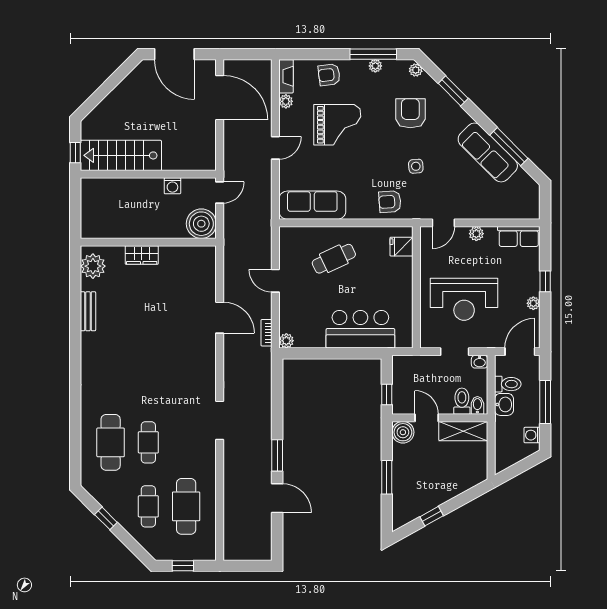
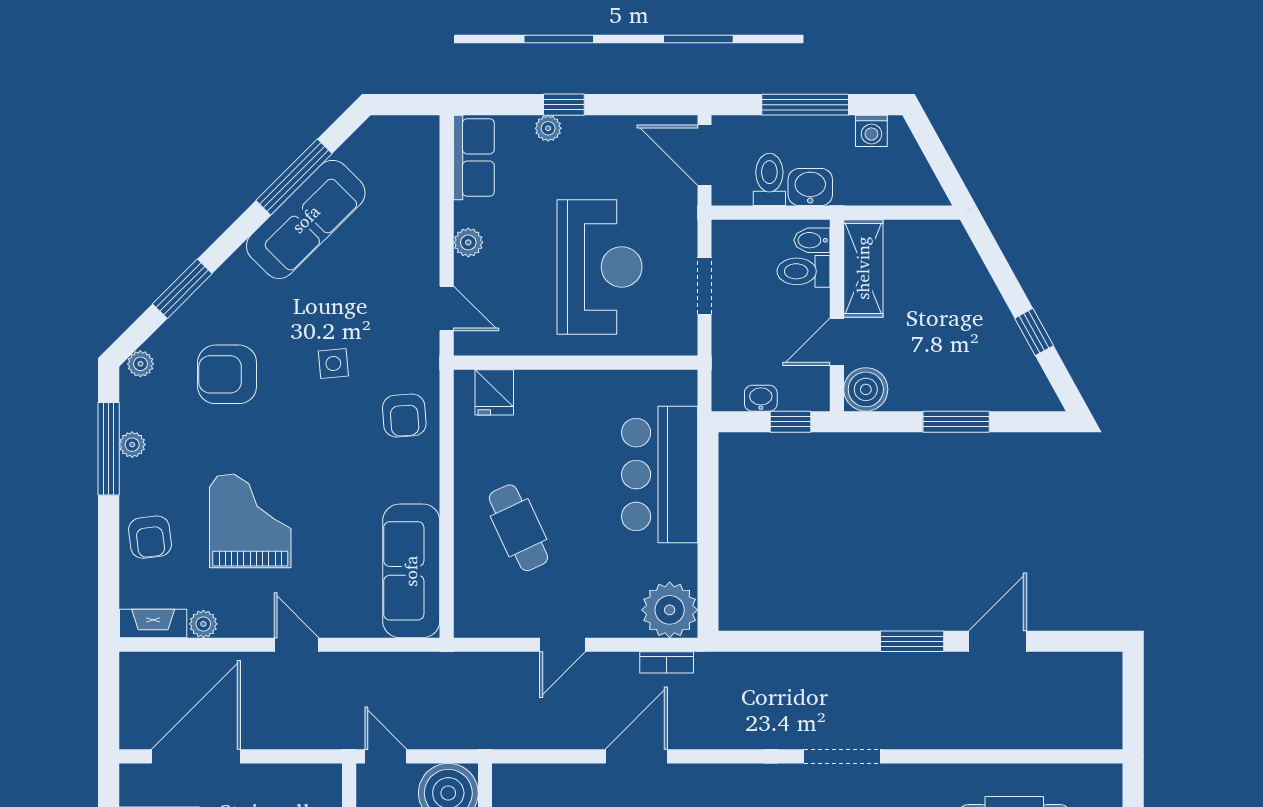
plant: (533, 303) -> (548, 128), moved
plant: (286, 341) -> (670, 610), width x1.88, depth x1.88
washbasin: (480, 362) -> (761, 398), moved, turned -90

